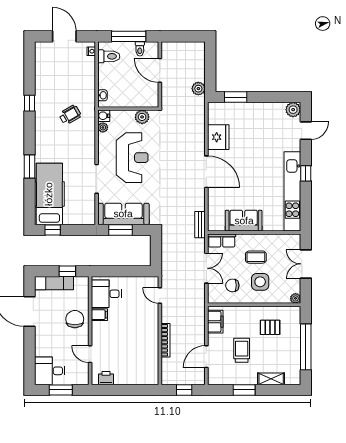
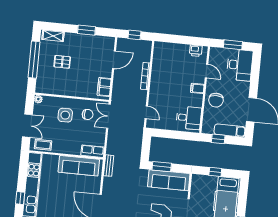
sofa: (244, 221) -> (79, 166), width x1.36
window: (53, 230) -> (215, 172), moved
window: (120, 230) -> (162, 167), moved
coffee table: (256, 257) -> (43, 145), moved
double door: (206, 268) -> (108, 116), moved
filing cabinet: (99, 315) -> (197, 88), moved
pallet: (270, 327) -> (62, 62), moved
trolley: (242, 350) -> (85, 62), removed
desk: (50, 371) -> (240, 65), width x1.37
shelving: (271, 379) -> (53, 36), moved

